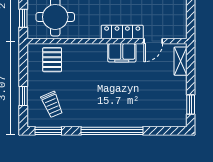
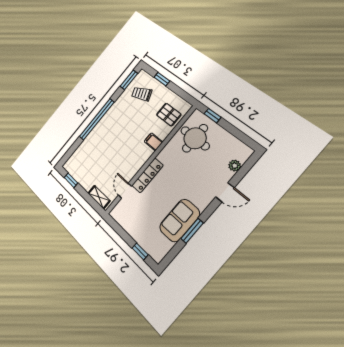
filing cabinet: (122, 53) -> (153, 142), moved, width x0.50

